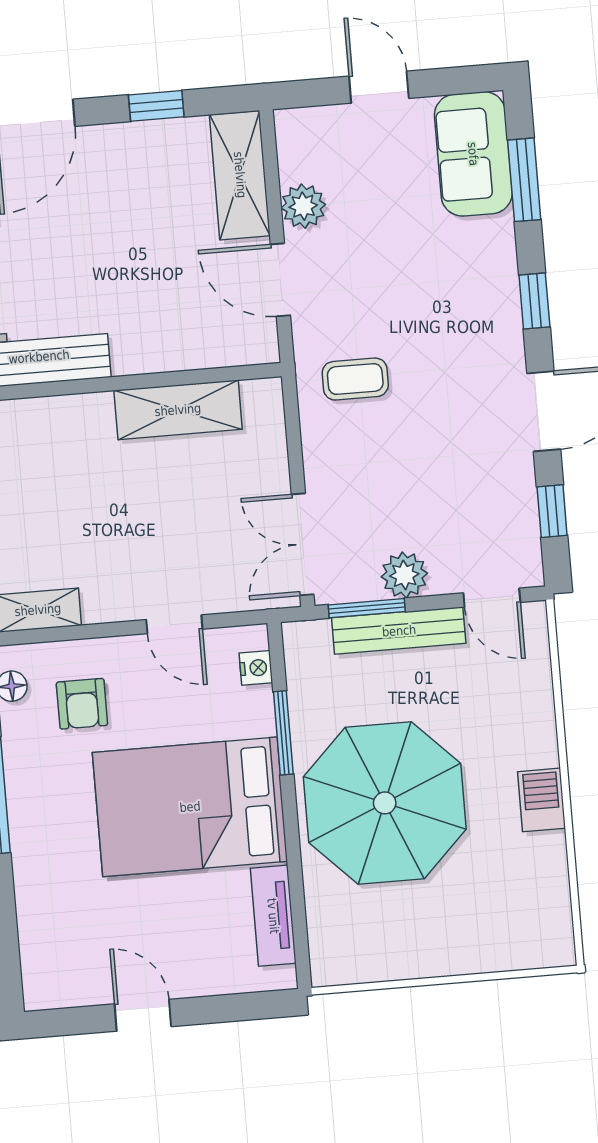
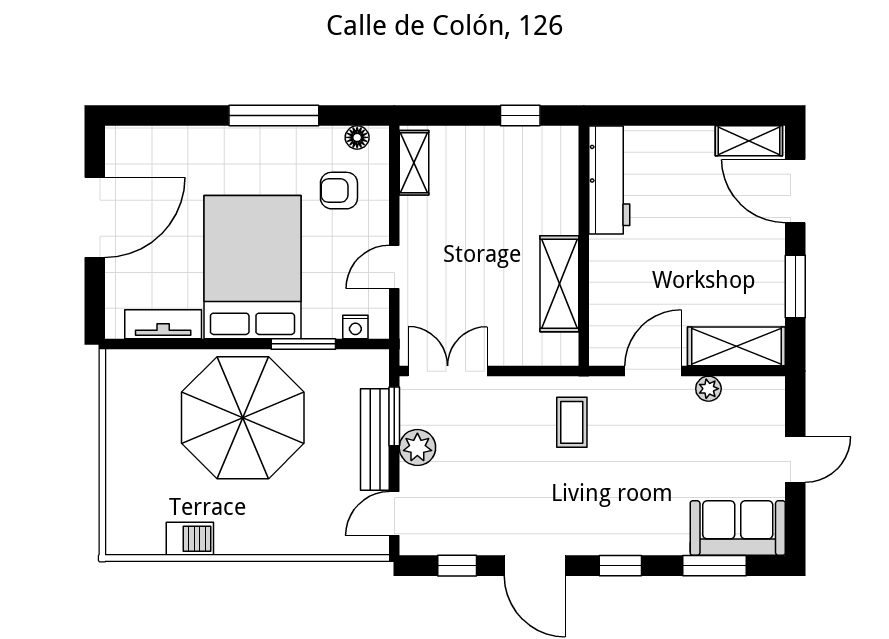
window: (156, 106) -> (795, 287), width x1.50
plant: (303, 206) -> (708, 389), width x0.73, depth x0.73
barbecue: (542, 800) -> (190, 539), moved
door: (143, 1015) -> (95, 217), width x1.88

